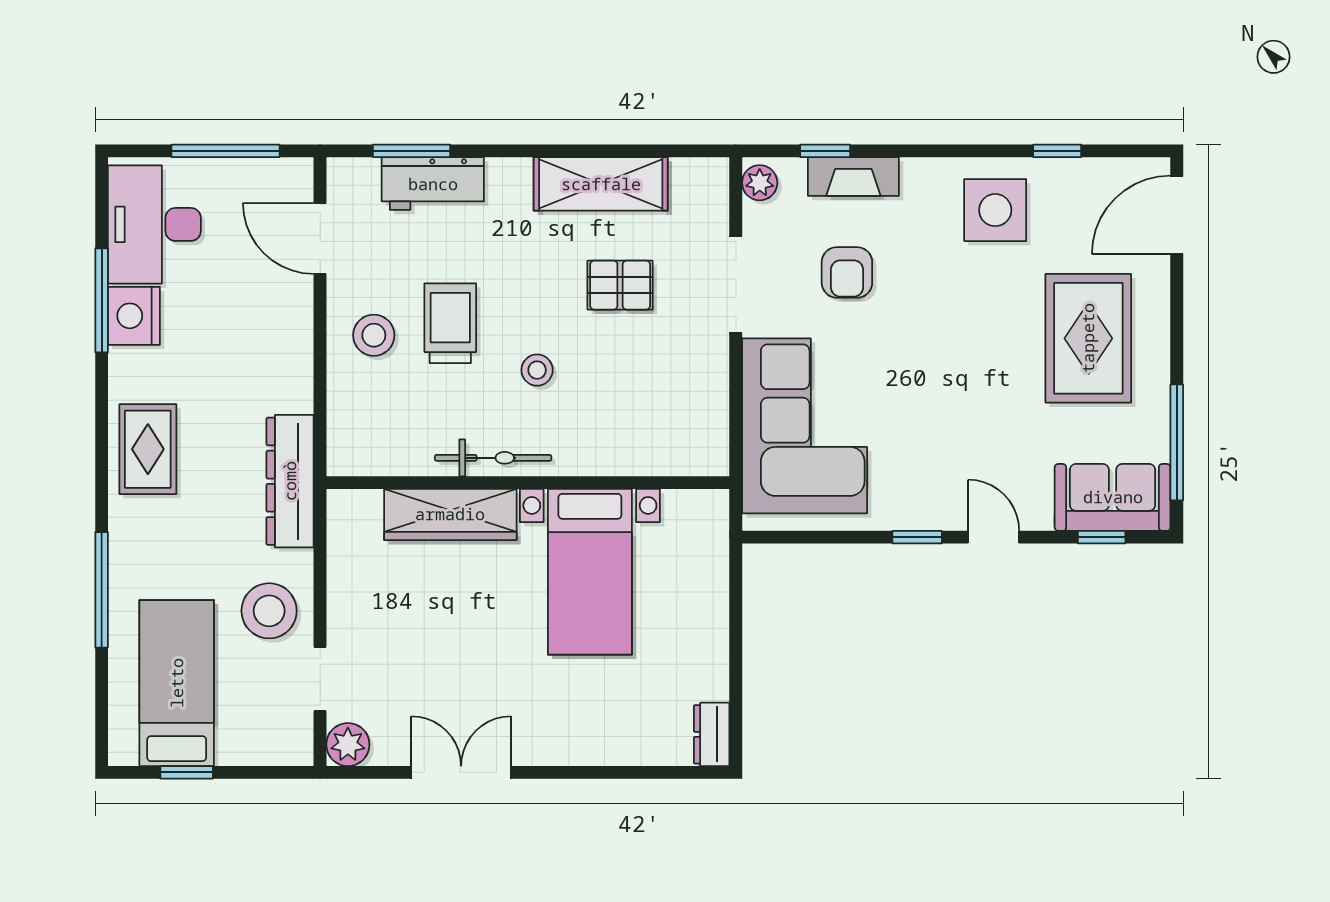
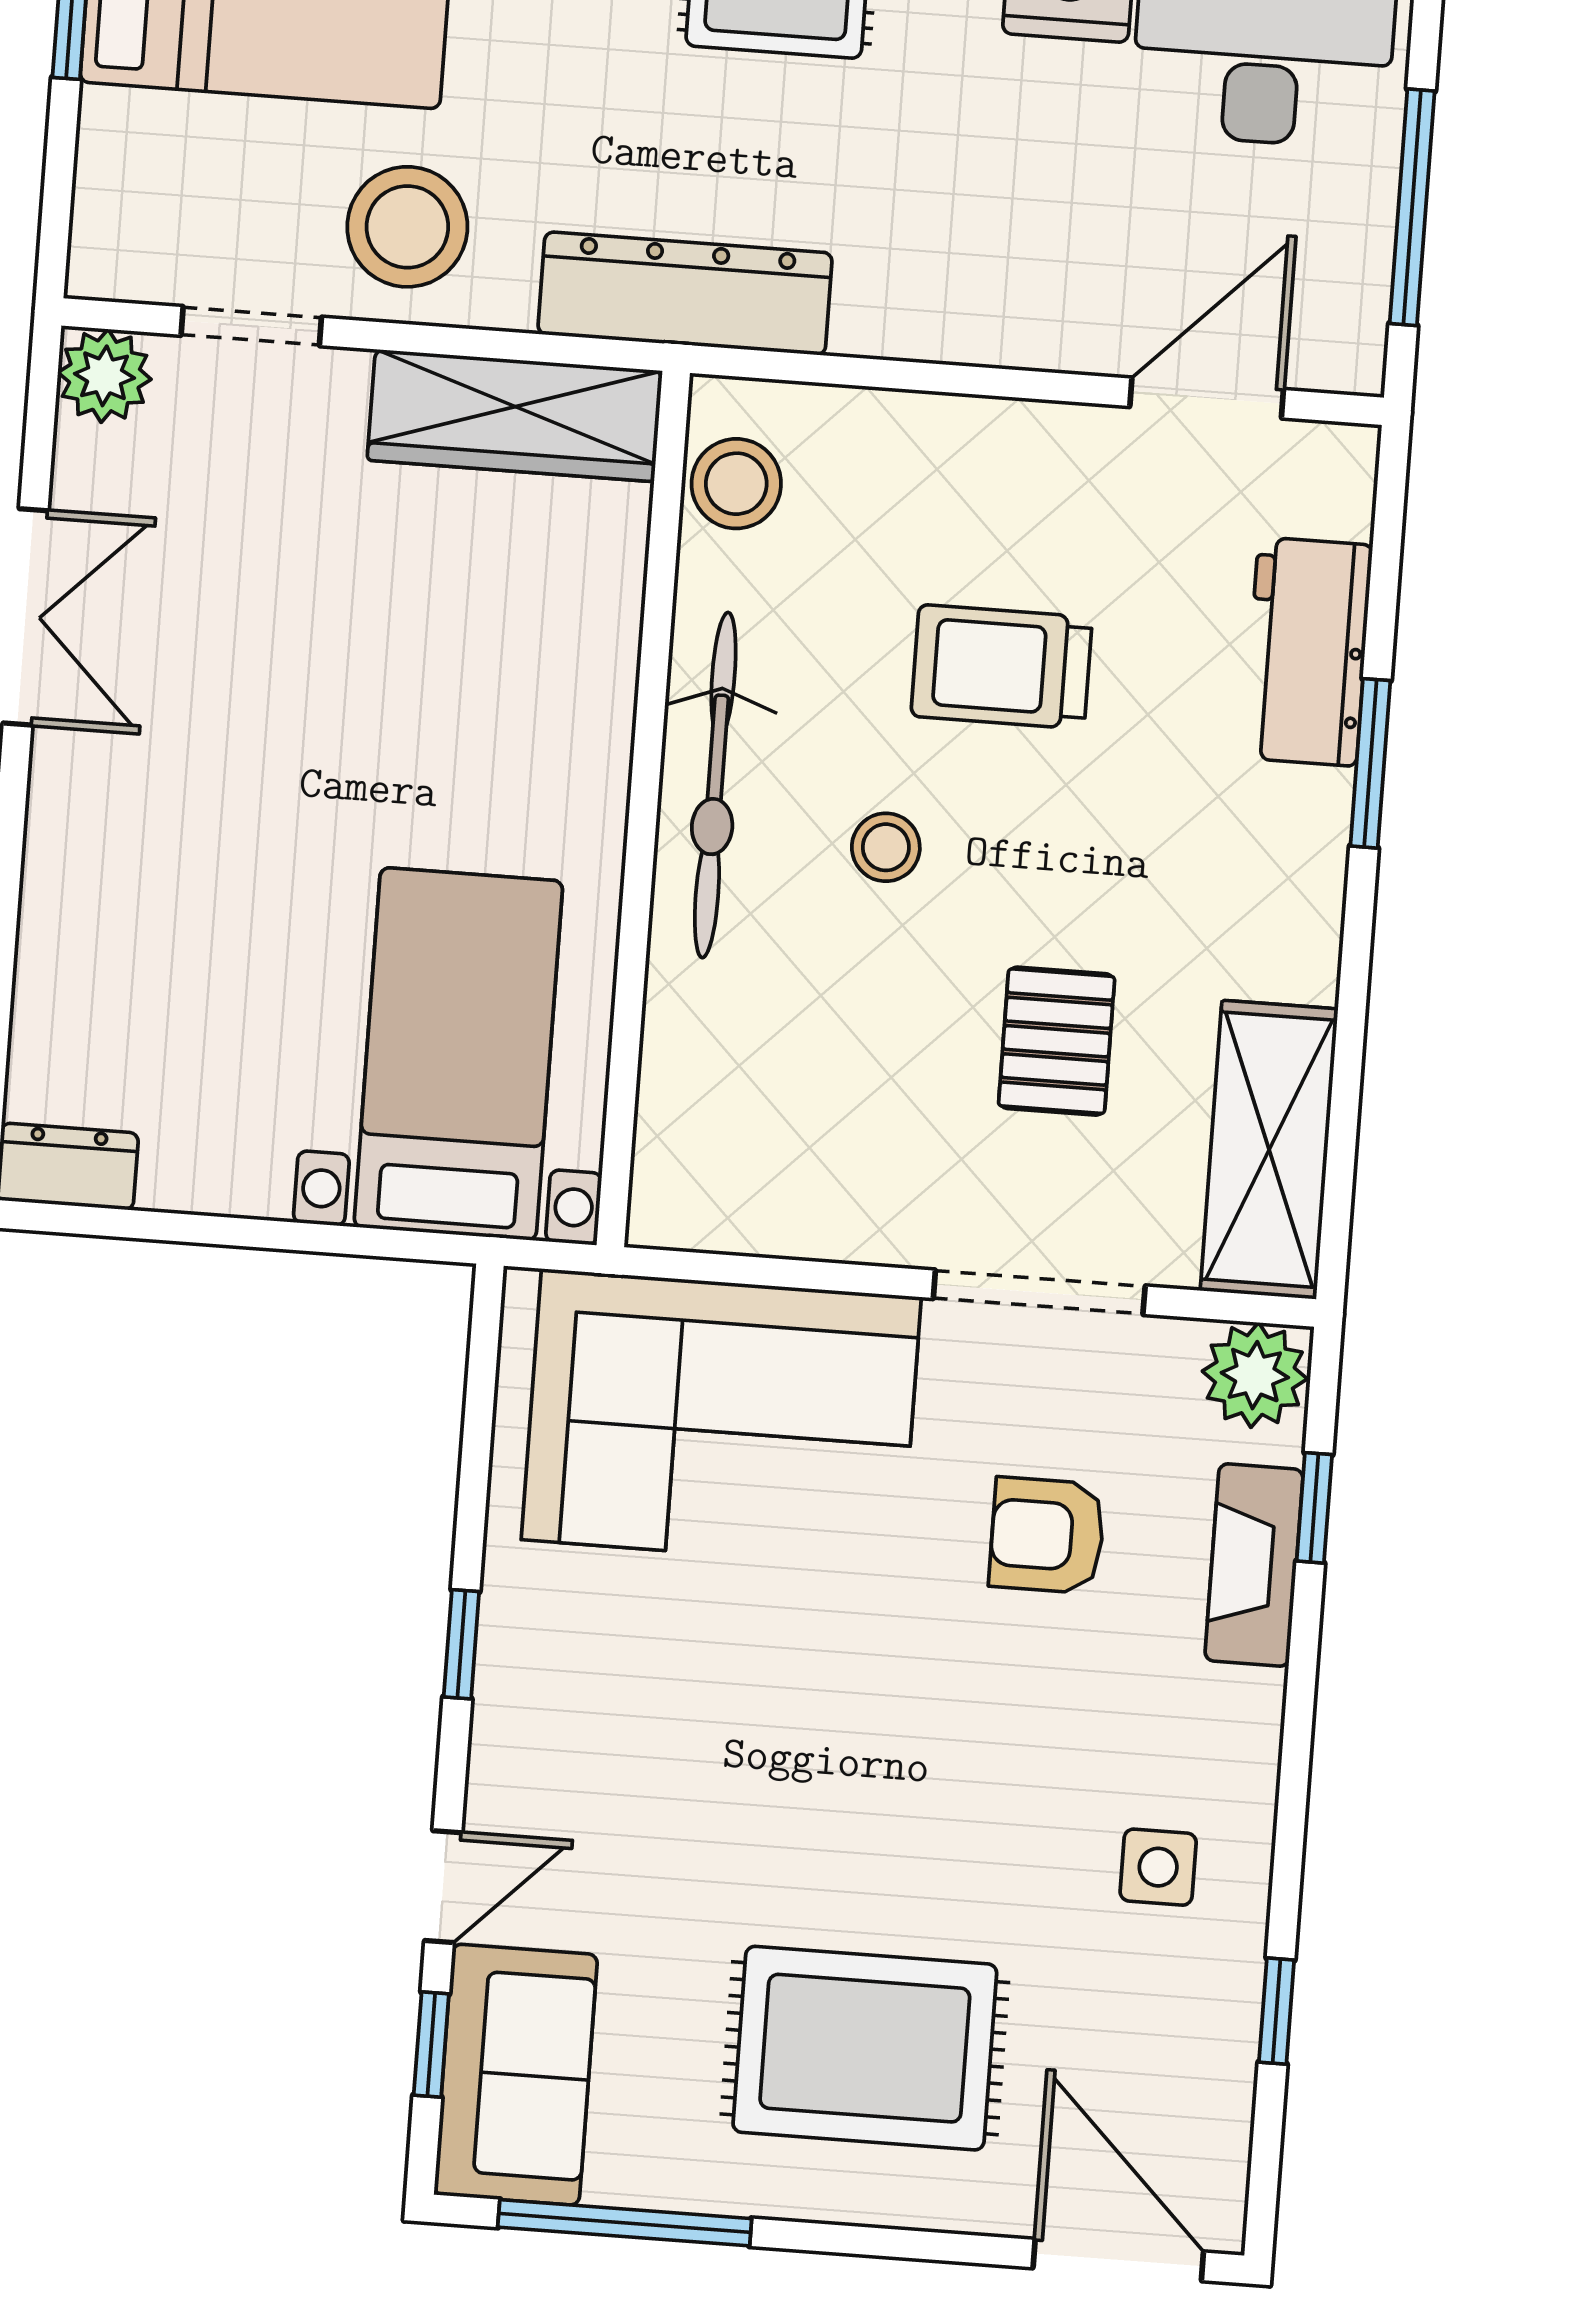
window: (412, 151) -> (1370, 763), moved
plant: (760, 183) -> (1255, 1375), width x1.38, depth x1.38
shelving: (601, 184) -> (1269, 1150), moved
side table: (995, 210) -> (1158, 1867), width x0.54, depth x0.54
trolley: (450, 323) -> (1002, 667), turned 180
stool: (374, 335) -> (736, 484), moved
bicycle: (493, 458) -> (715, 785), width x1.37, depth x1.40
wardrobe: (450, 514) -> (515, 416), moved, turned -90
door: (993, 537) -> (443, 1887), moved
bed with nightstands: (590, 572) -> (458, 1054), moved, turned 90

